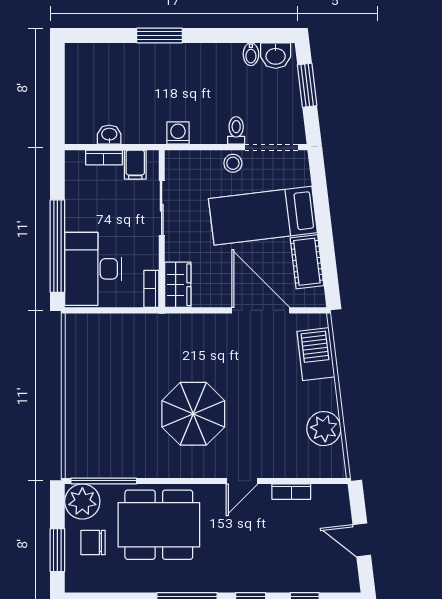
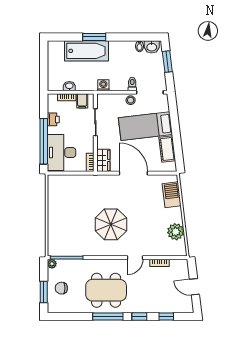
bathtub: (144, 64) -> (87, 51), added
printer: (77, 202) -> (53, 119), added
door: (261, 310) -> (133, 173), moved
plant: (82, 501) -> (52, 264), width x0.53, depth x0.53
dining table: (159, 525) -> (106, 290), moved

